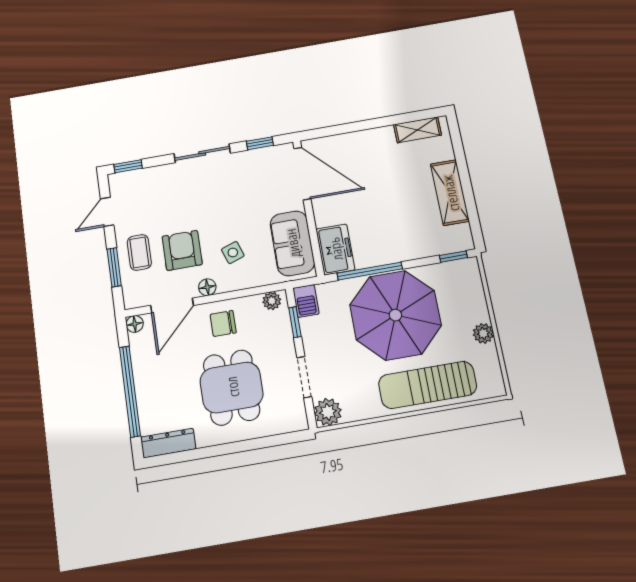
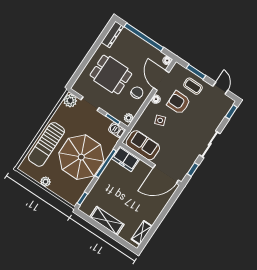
armchair: (182, 250) -> (179, 103), turned 180
sun lounger: (428, 385) -> (46, 144), turned 180

